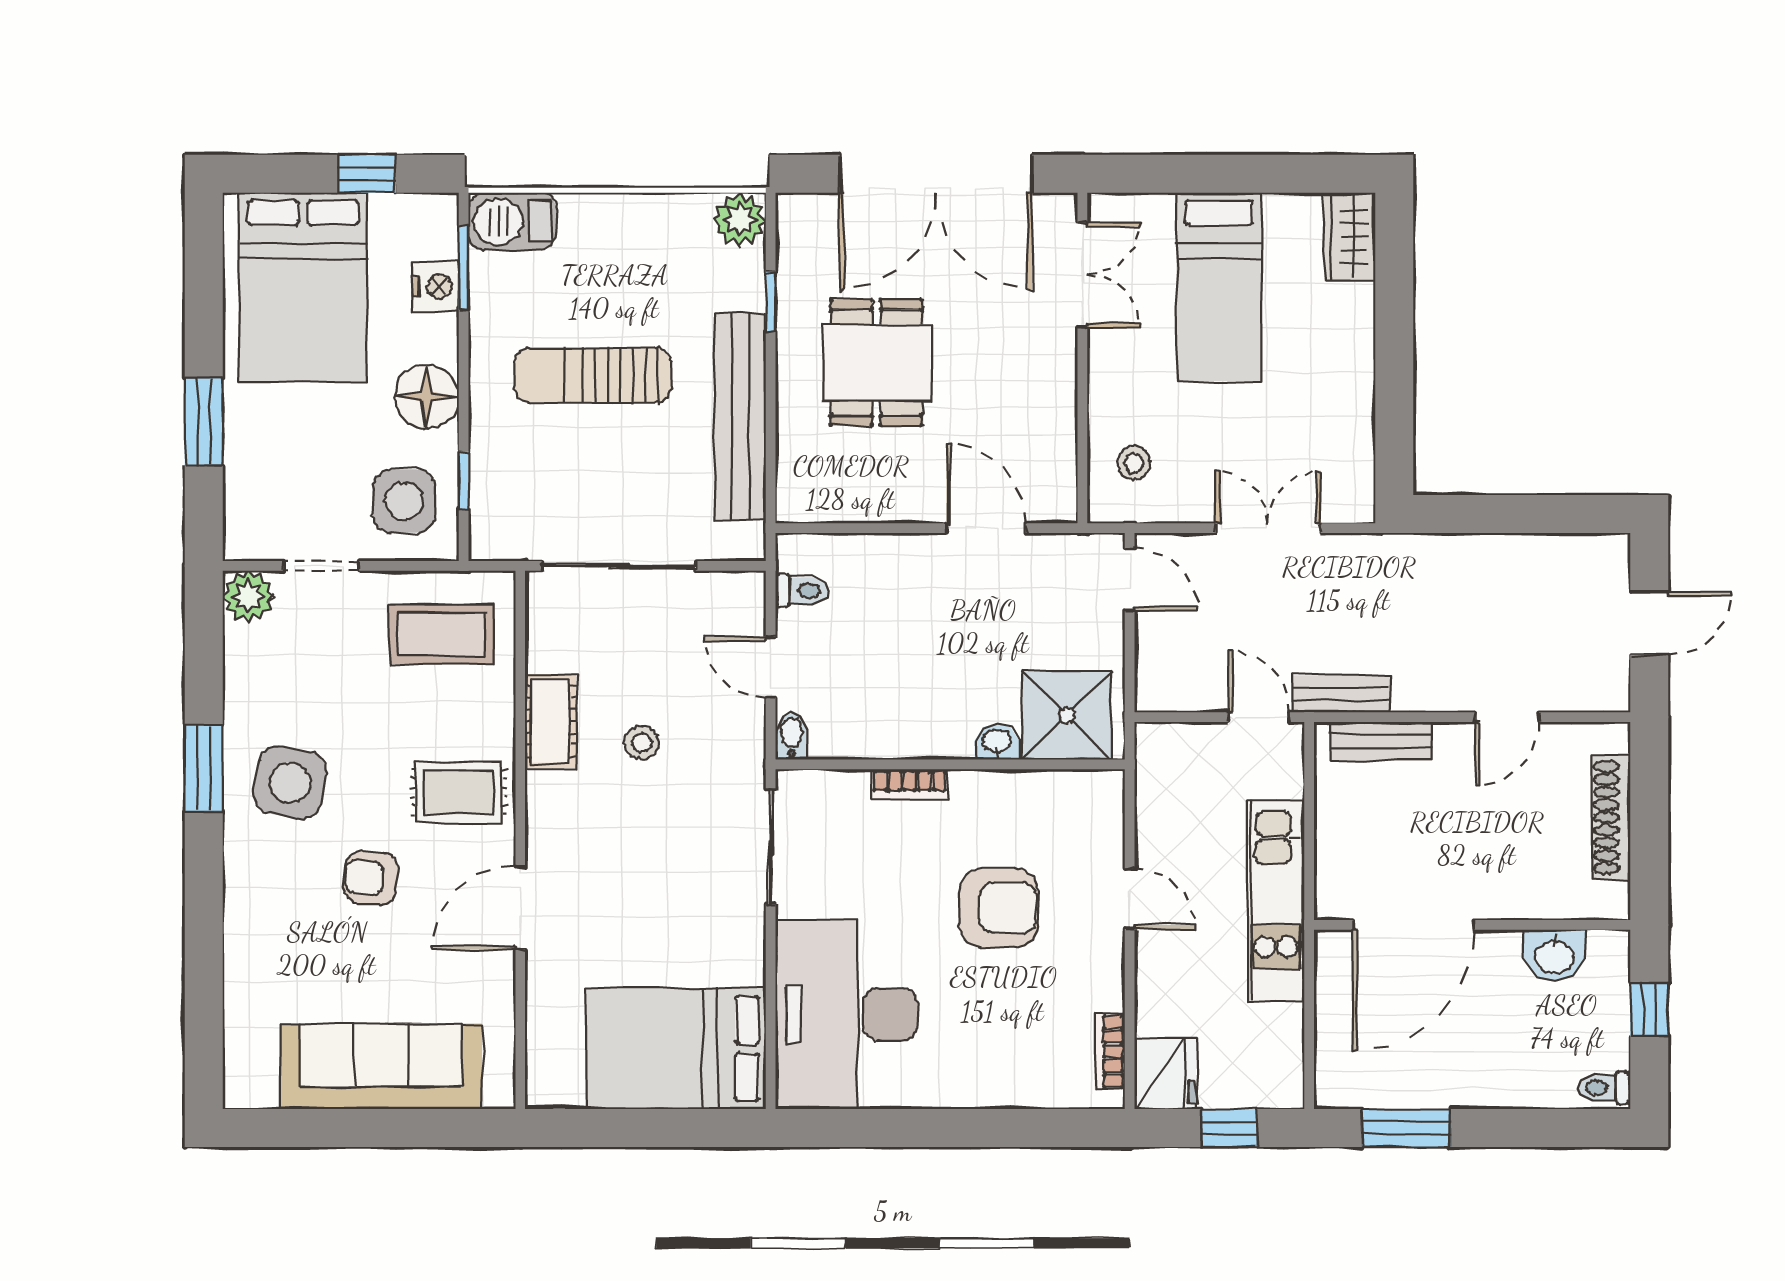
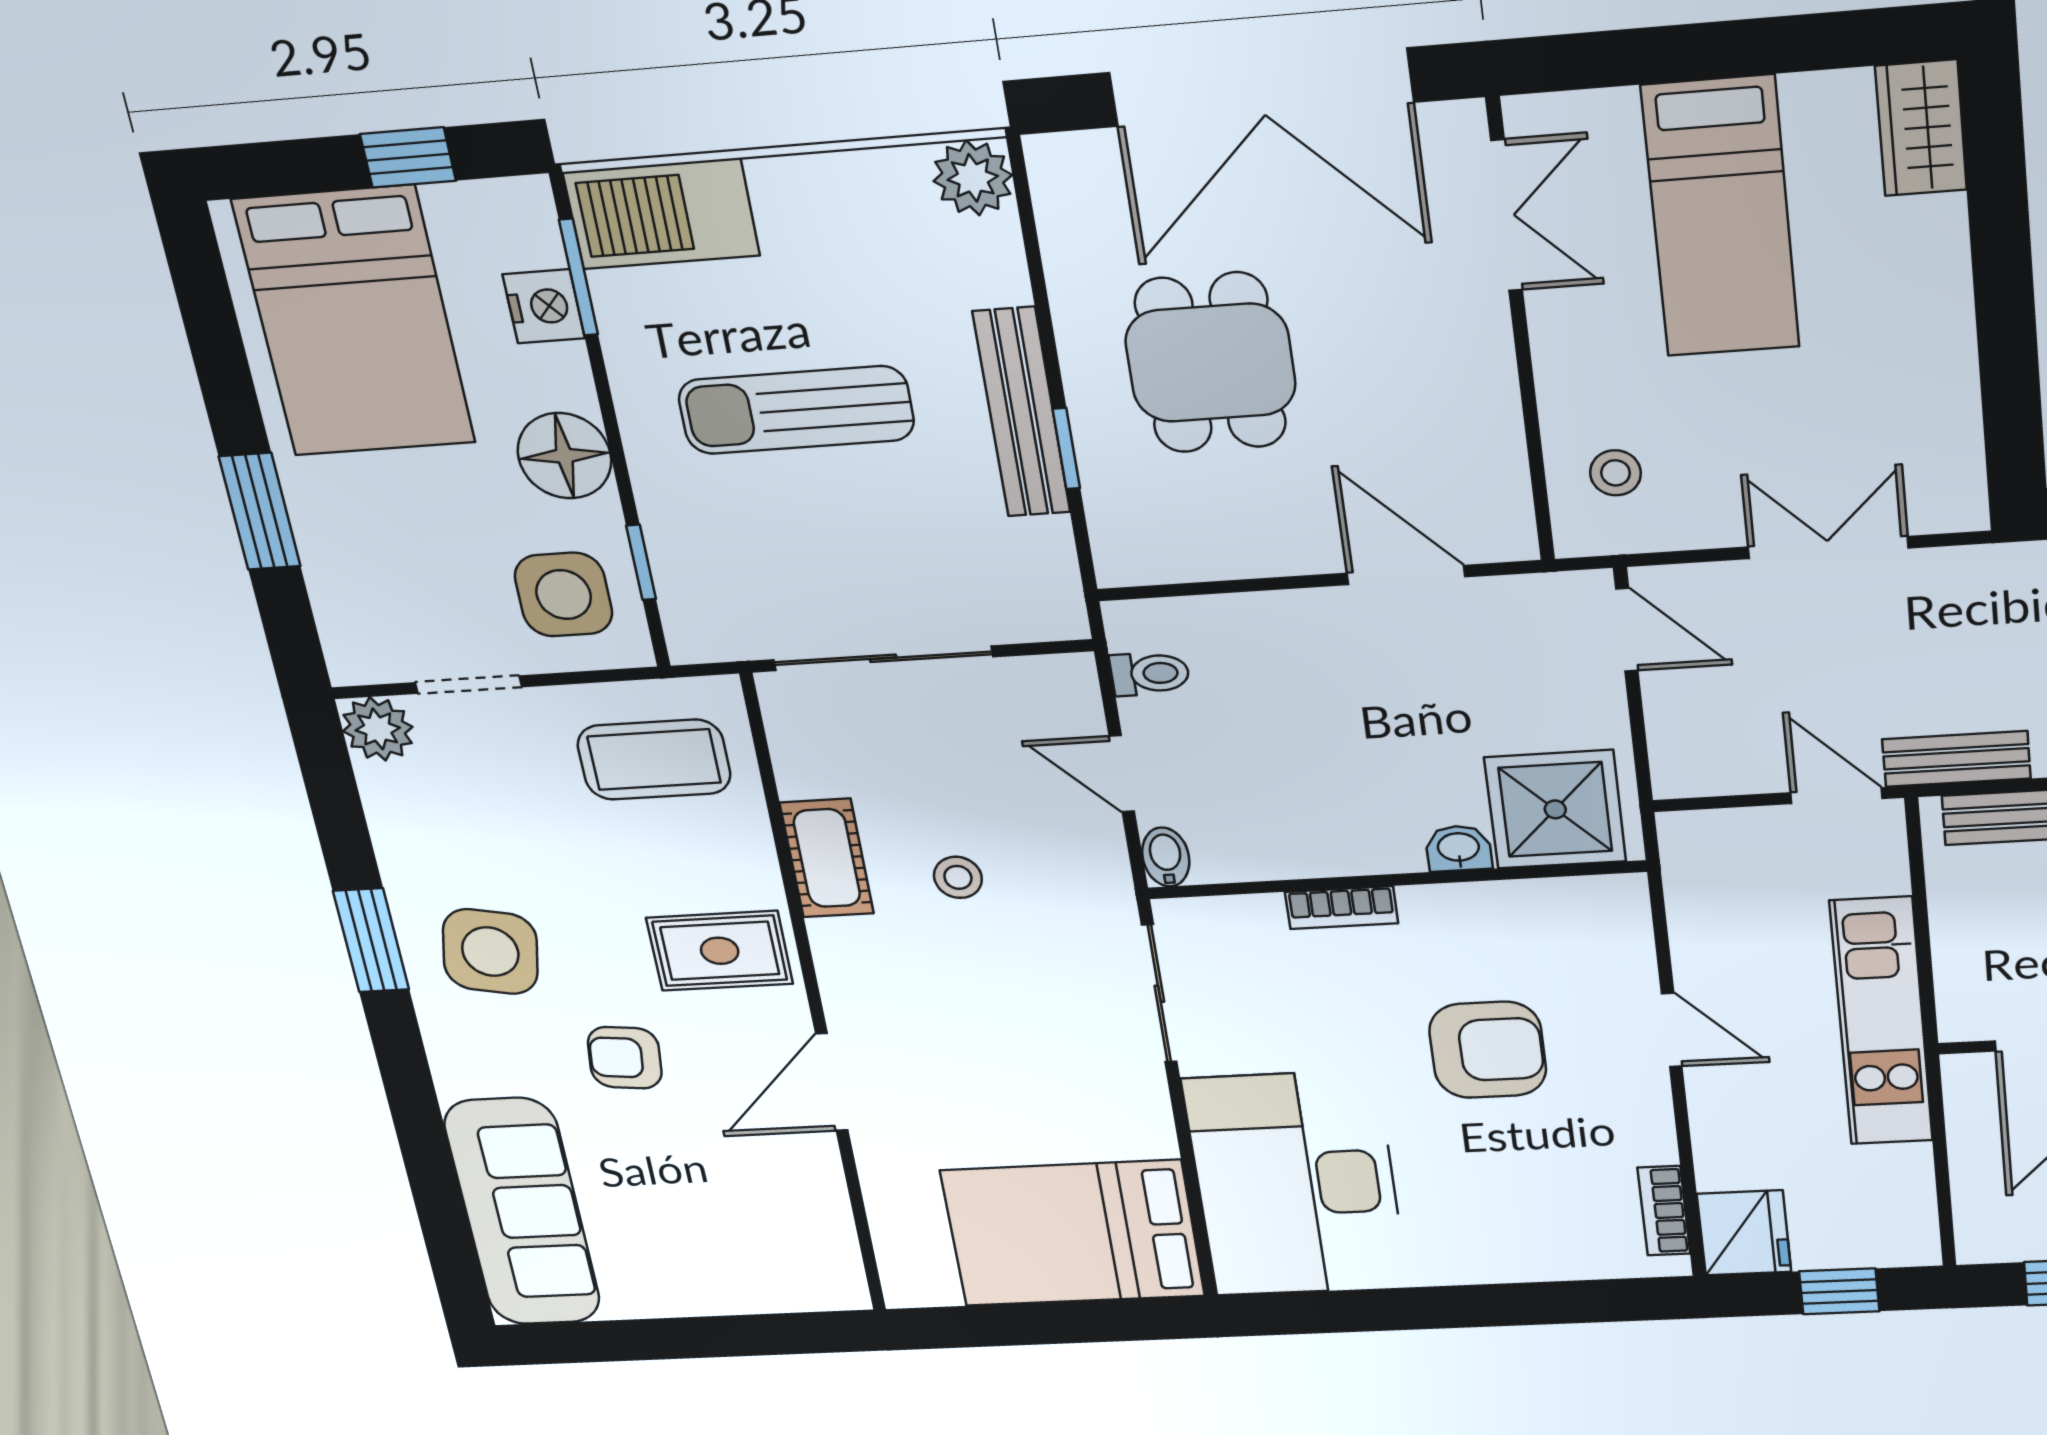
barbecue: (512, 221) -> (661, 214), width x1.37, depth x1.21
window: (771, 302) -> (1066, 449), moved
bench: (740, 416) -> (1022, 412), width x0.73, depth x0.82
sofa: (381, 1066) -> (522, 1212), moved, turned 90

